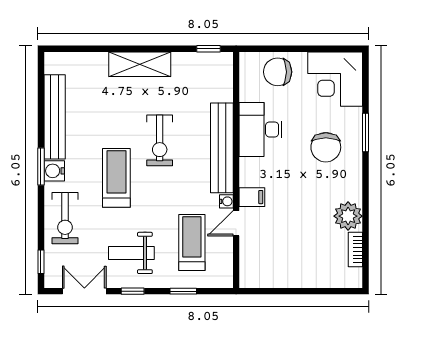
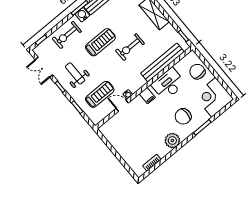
bench: (222, 148) -> (162, 63), moved
filing cabinet: (252, 197) -> (147, 96), moved
plant: (348, 216) -> (172, 141), moved
double door: (84, 291) -> (44, 67), swing flipped

